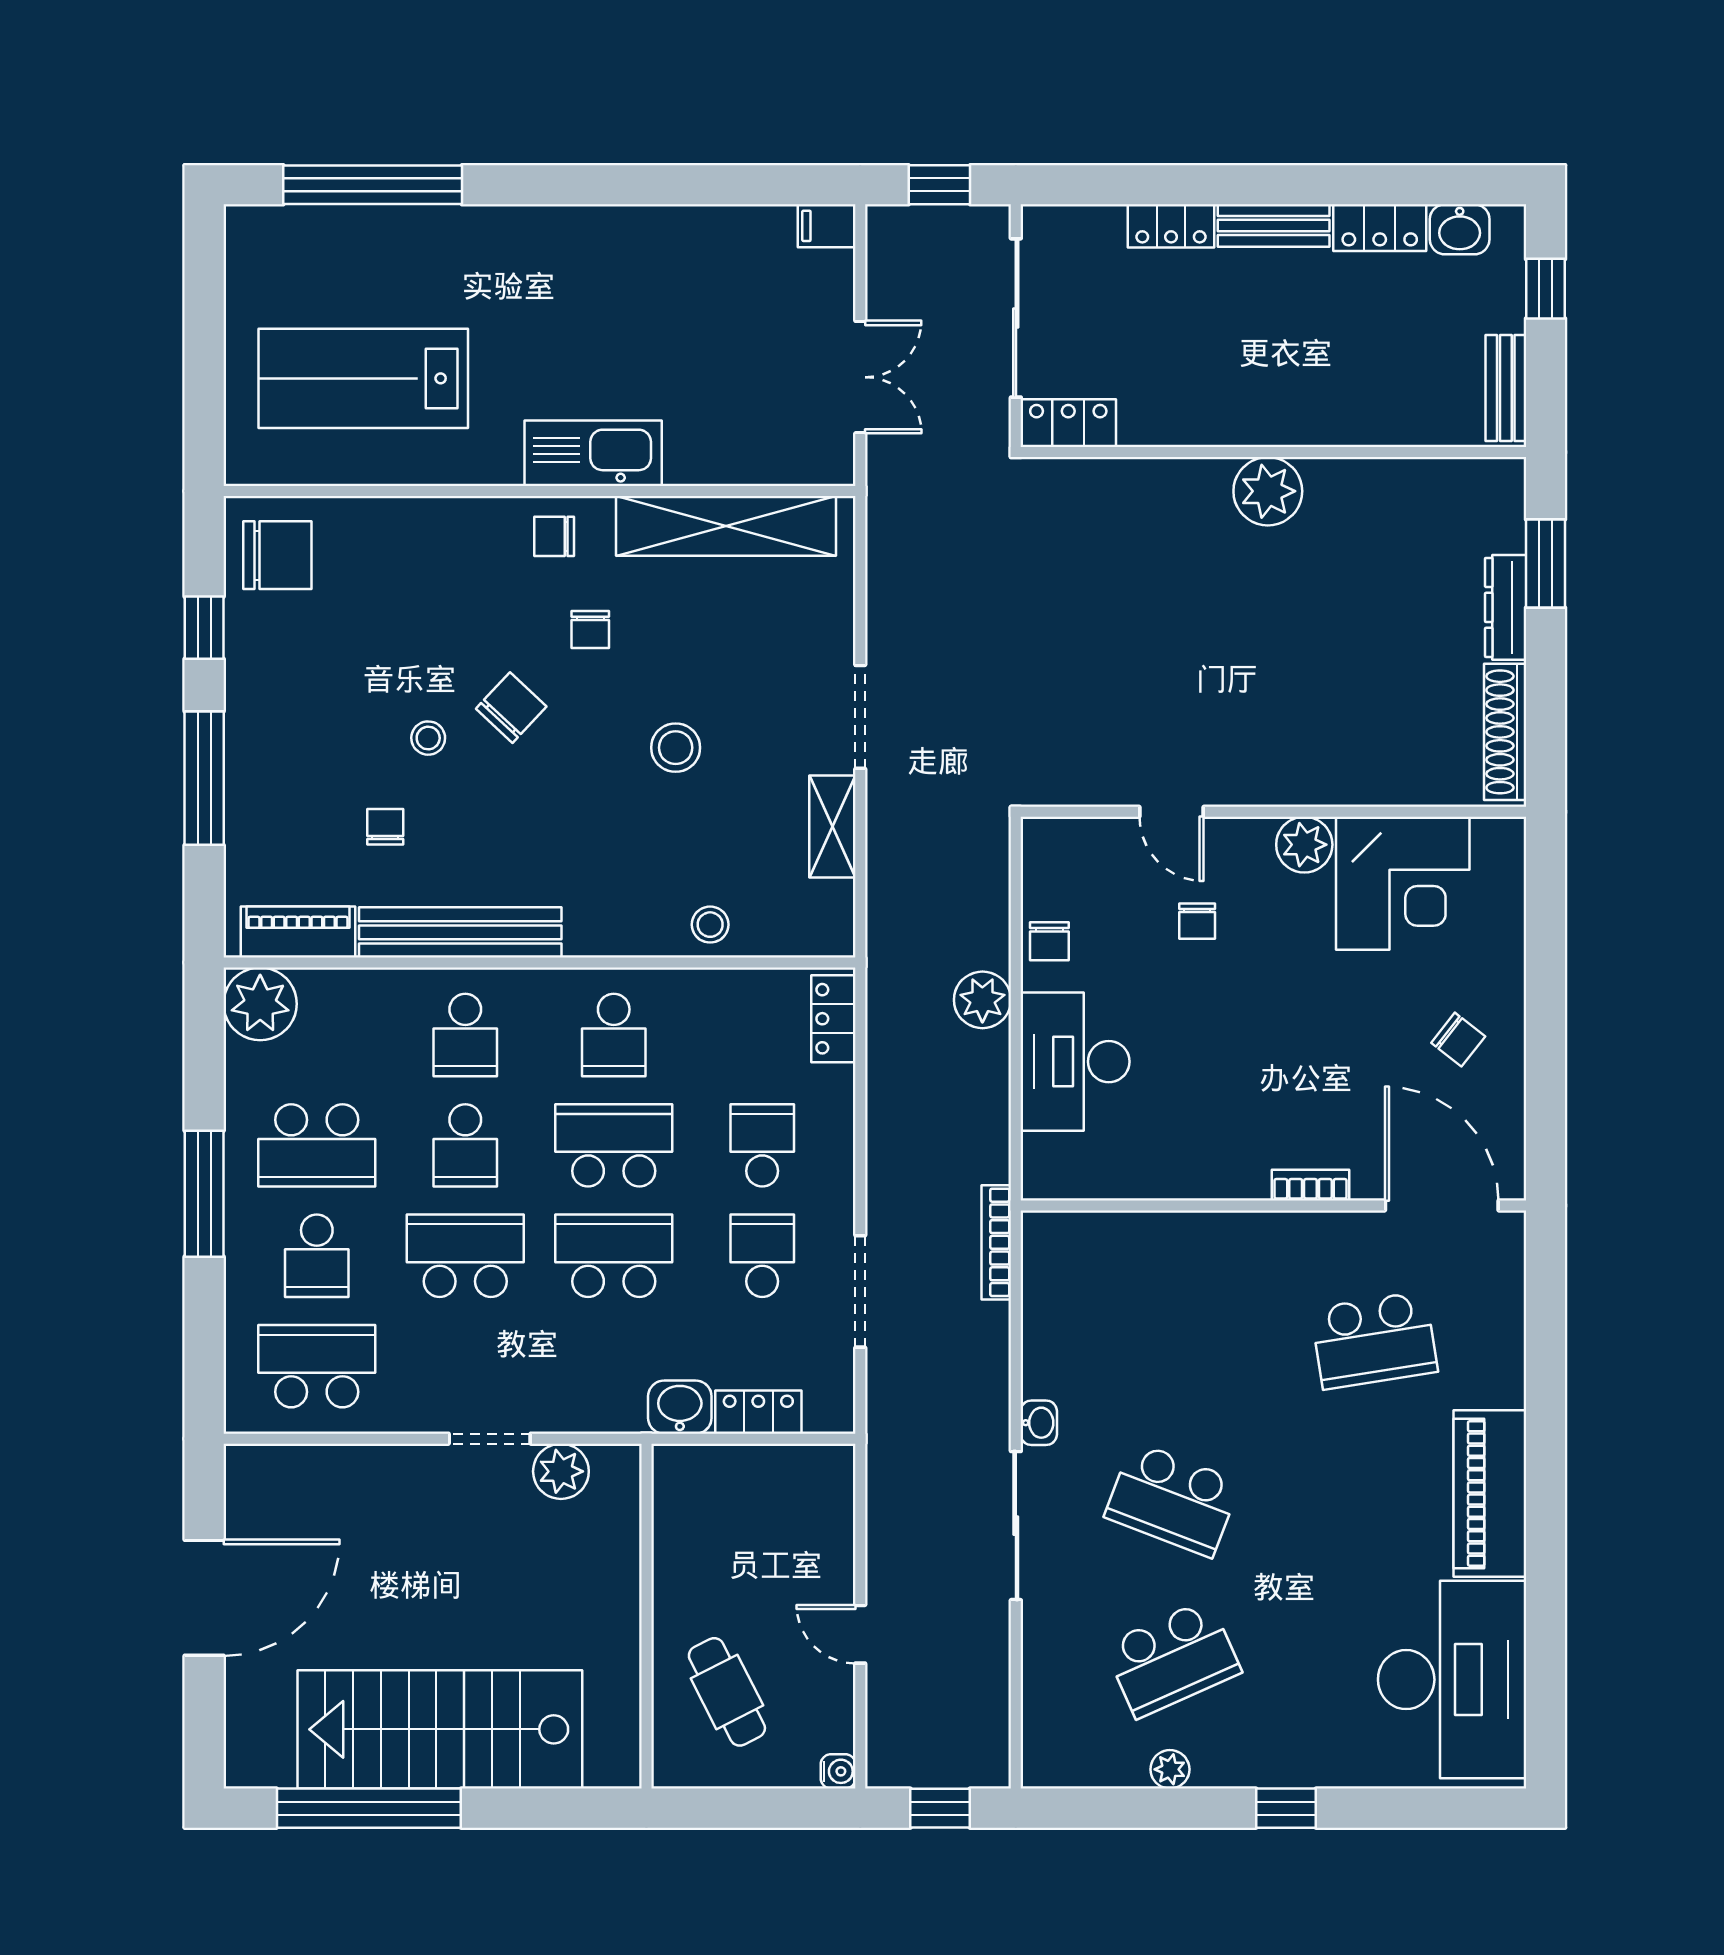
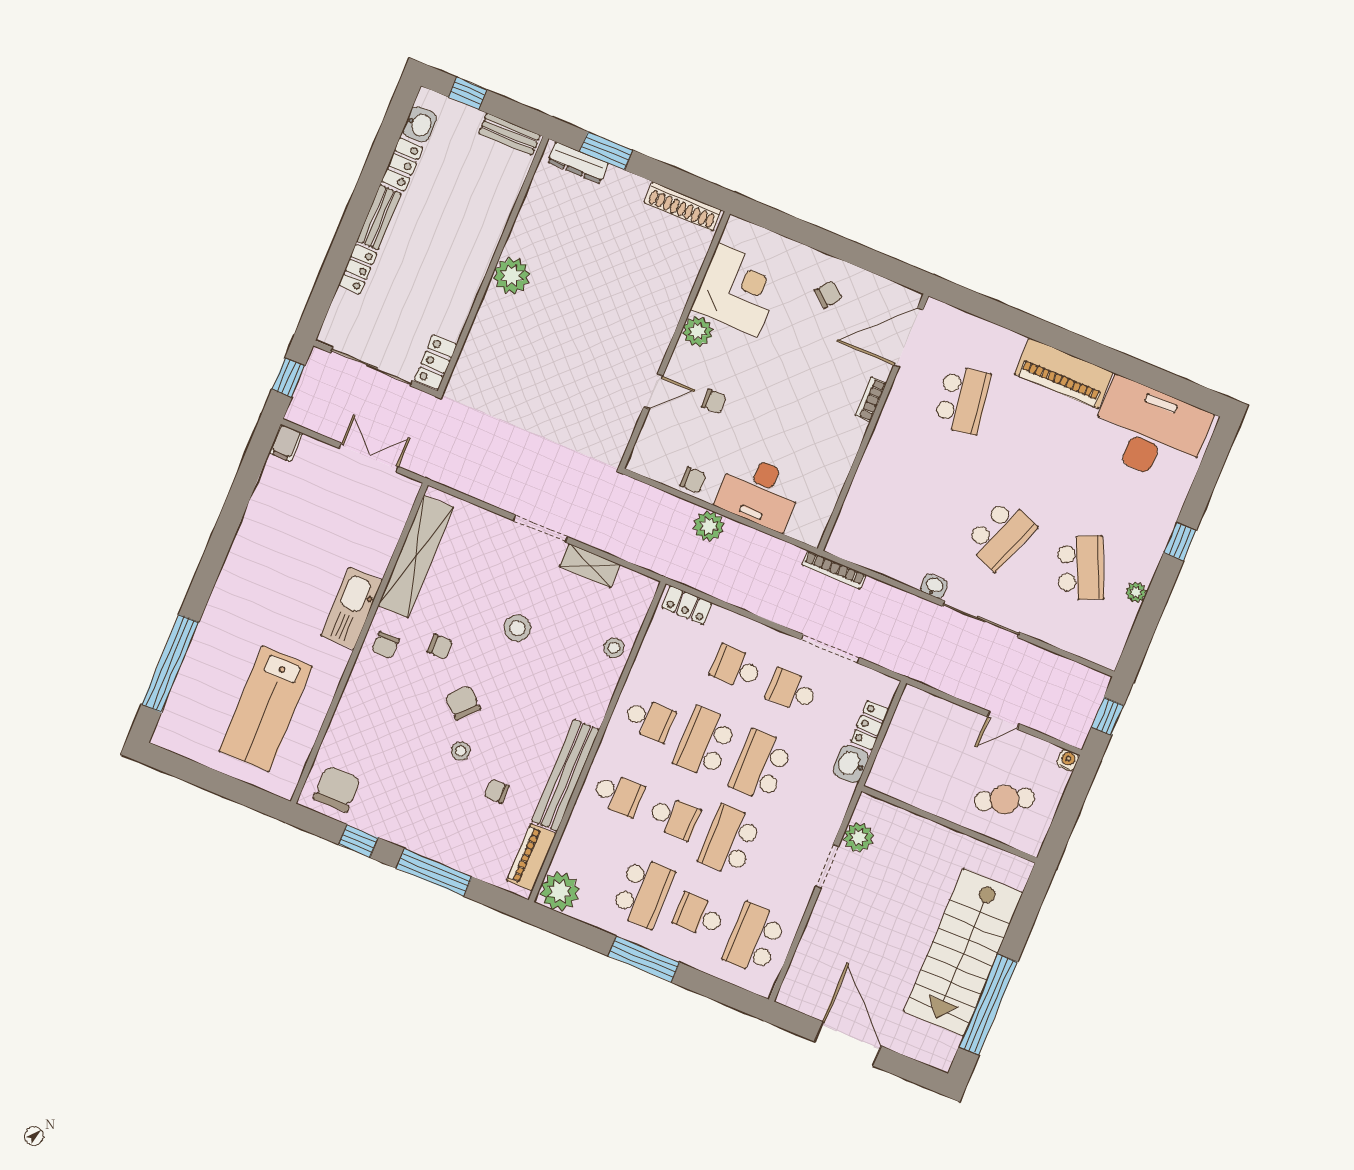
dresser: (1506, 607) -> (578, 163), moved
school desk: (317, 1256) -> (699, 915), turned 180

